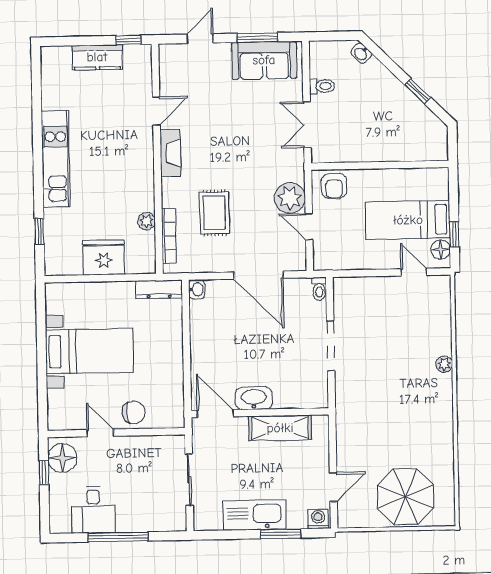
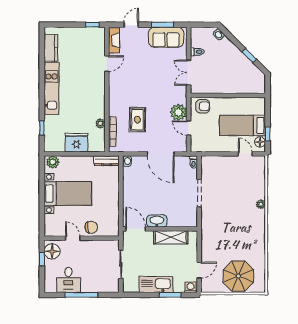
kitchen counter: (97, 57) -> (51, 48), moved, turned -90
fireplace: (170, 153) -> (114, 40), moved
armchair: (334, 186) -> (203, 106), turned -90
plant: (60, 294) -> (53, 162), added

